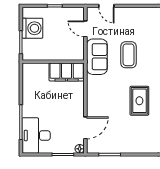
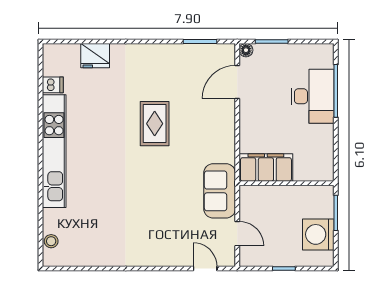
coffee table: (128, 55) -> (171, 194), removed
desk: (36, 135) -> (312, 96), moved

